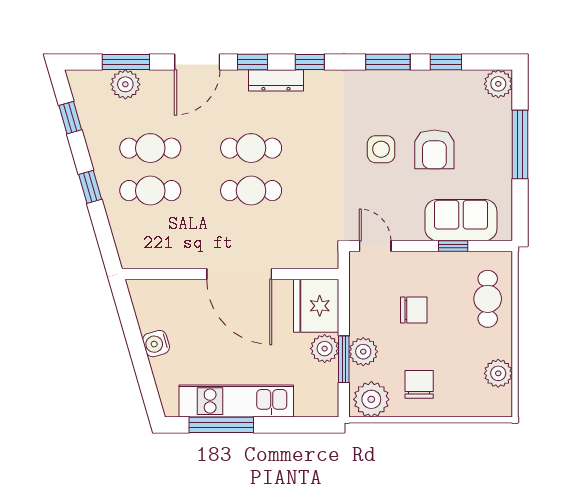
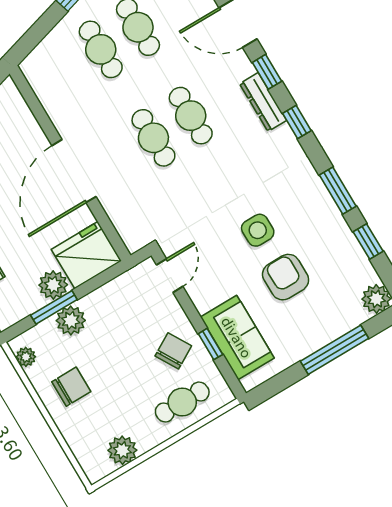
armchair: (434, 149) -> (286, 277), turned 90
chair: (414, 310) -> (173, 351), moved, turned -120
plant: (371, 399) -> (26, 357), width x0.53, depth x0.53

